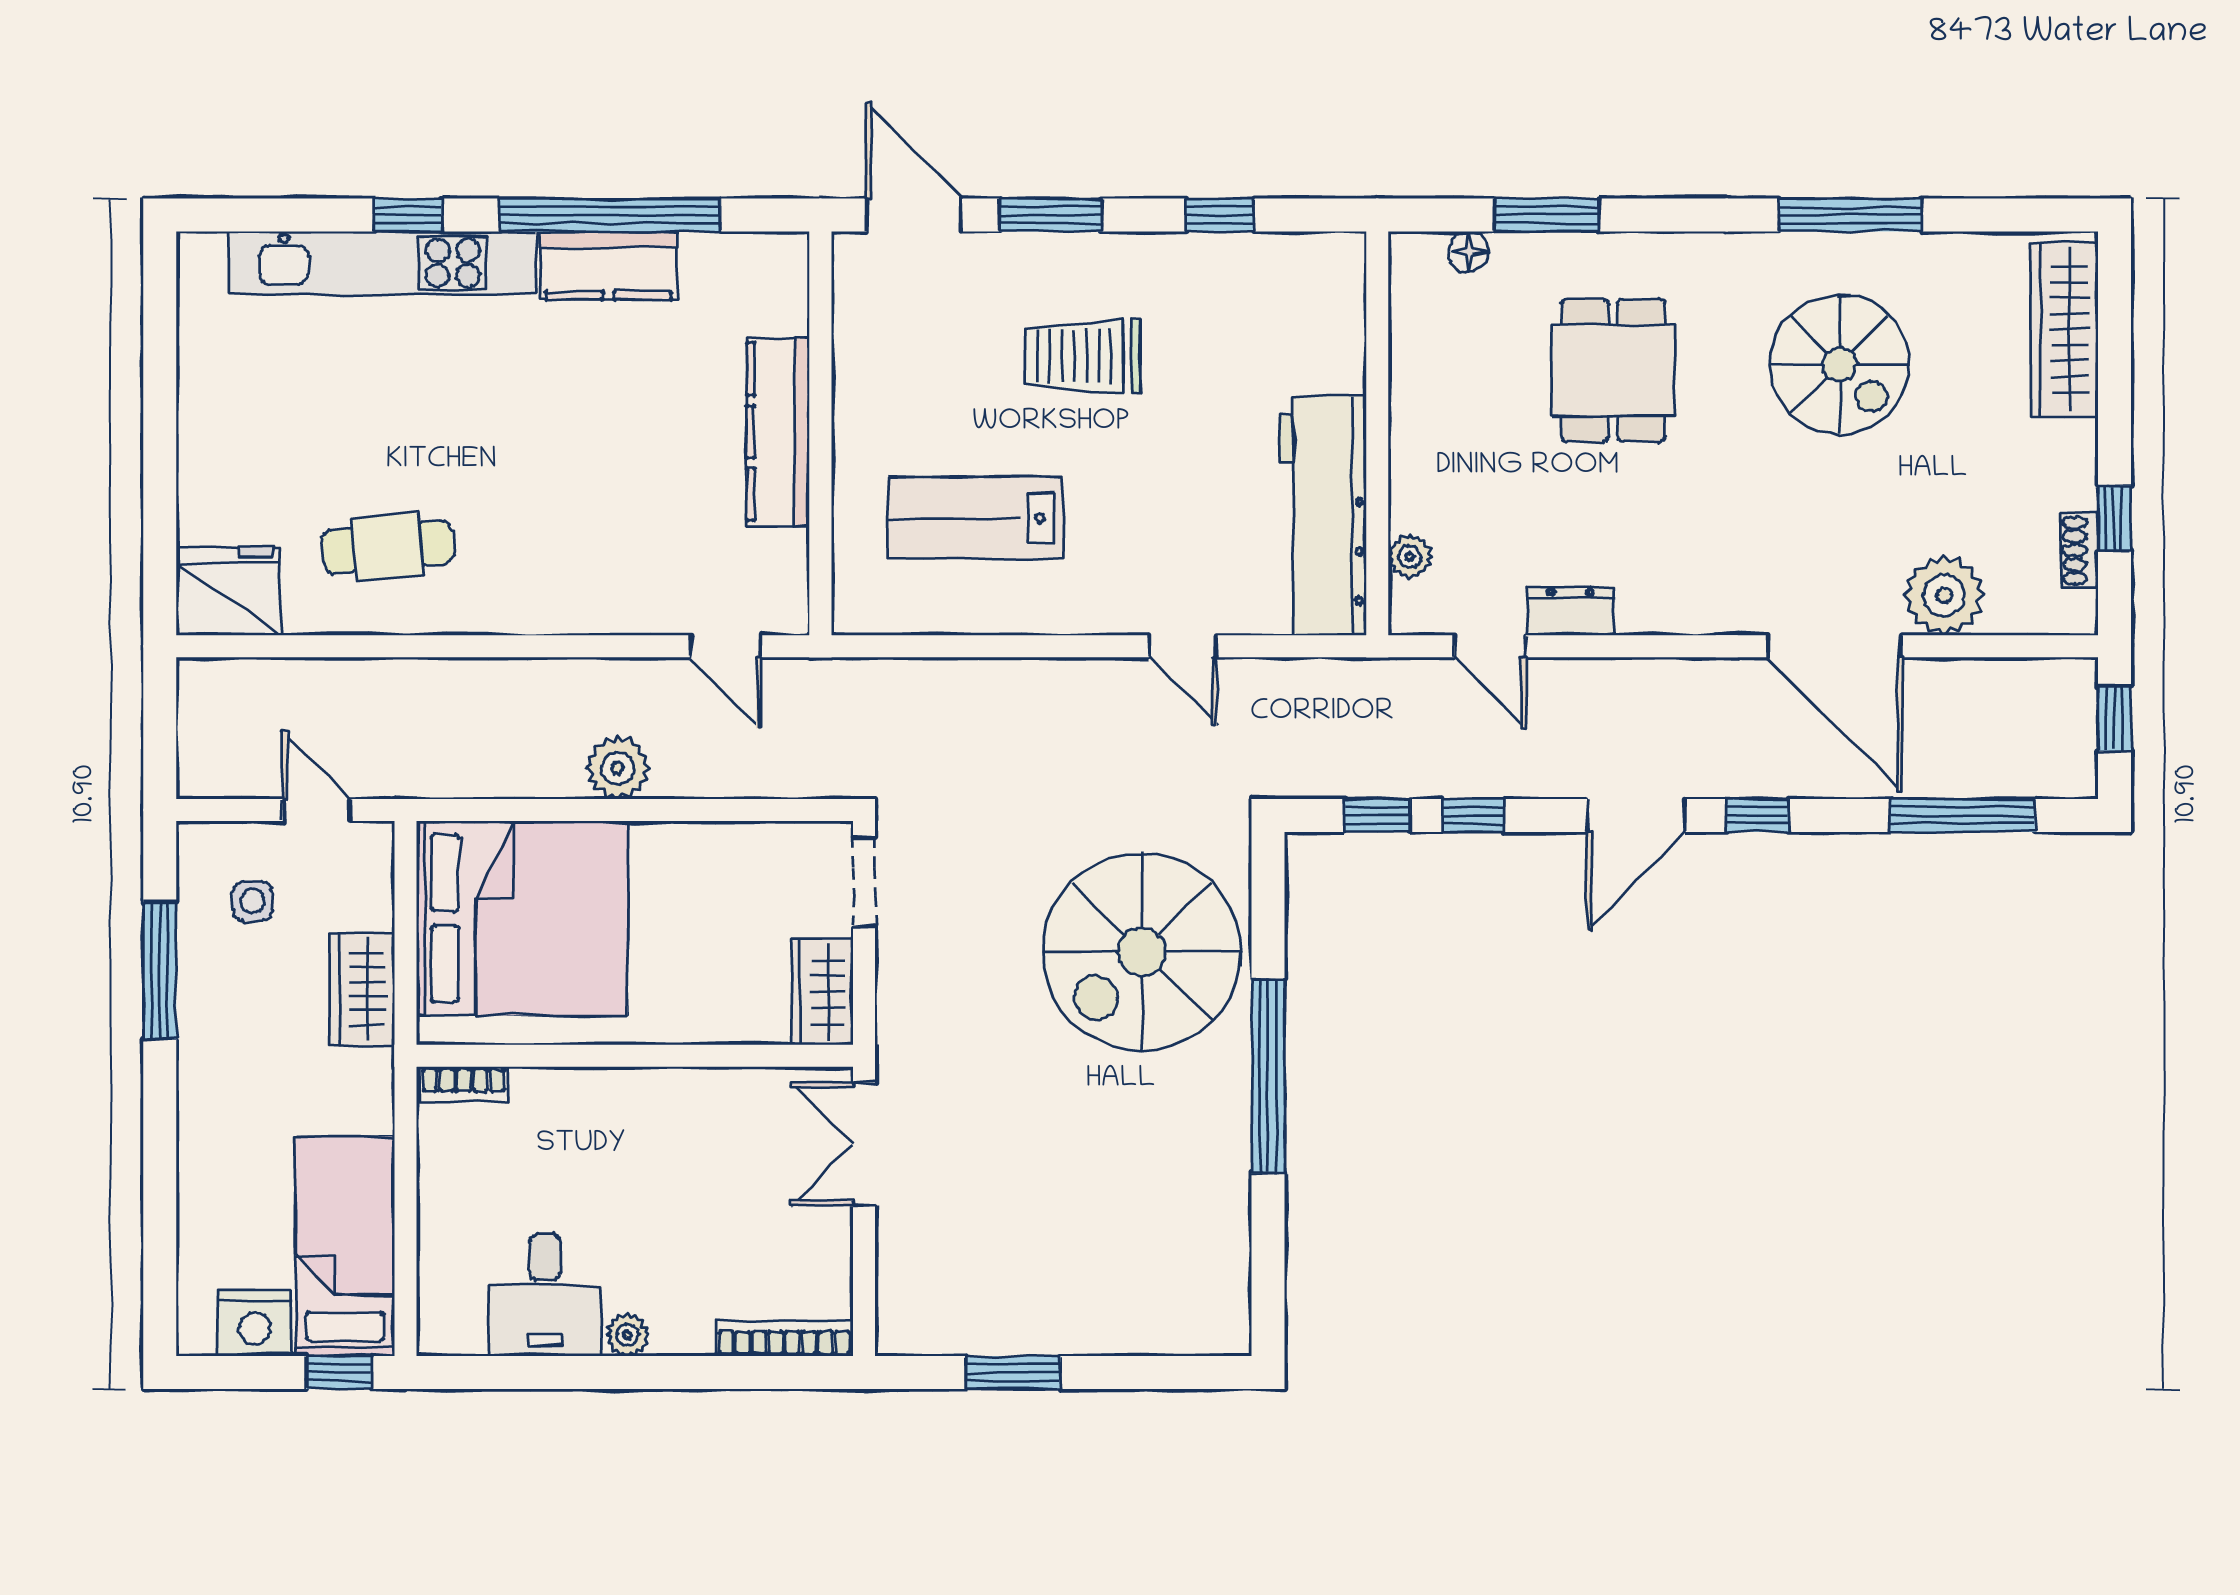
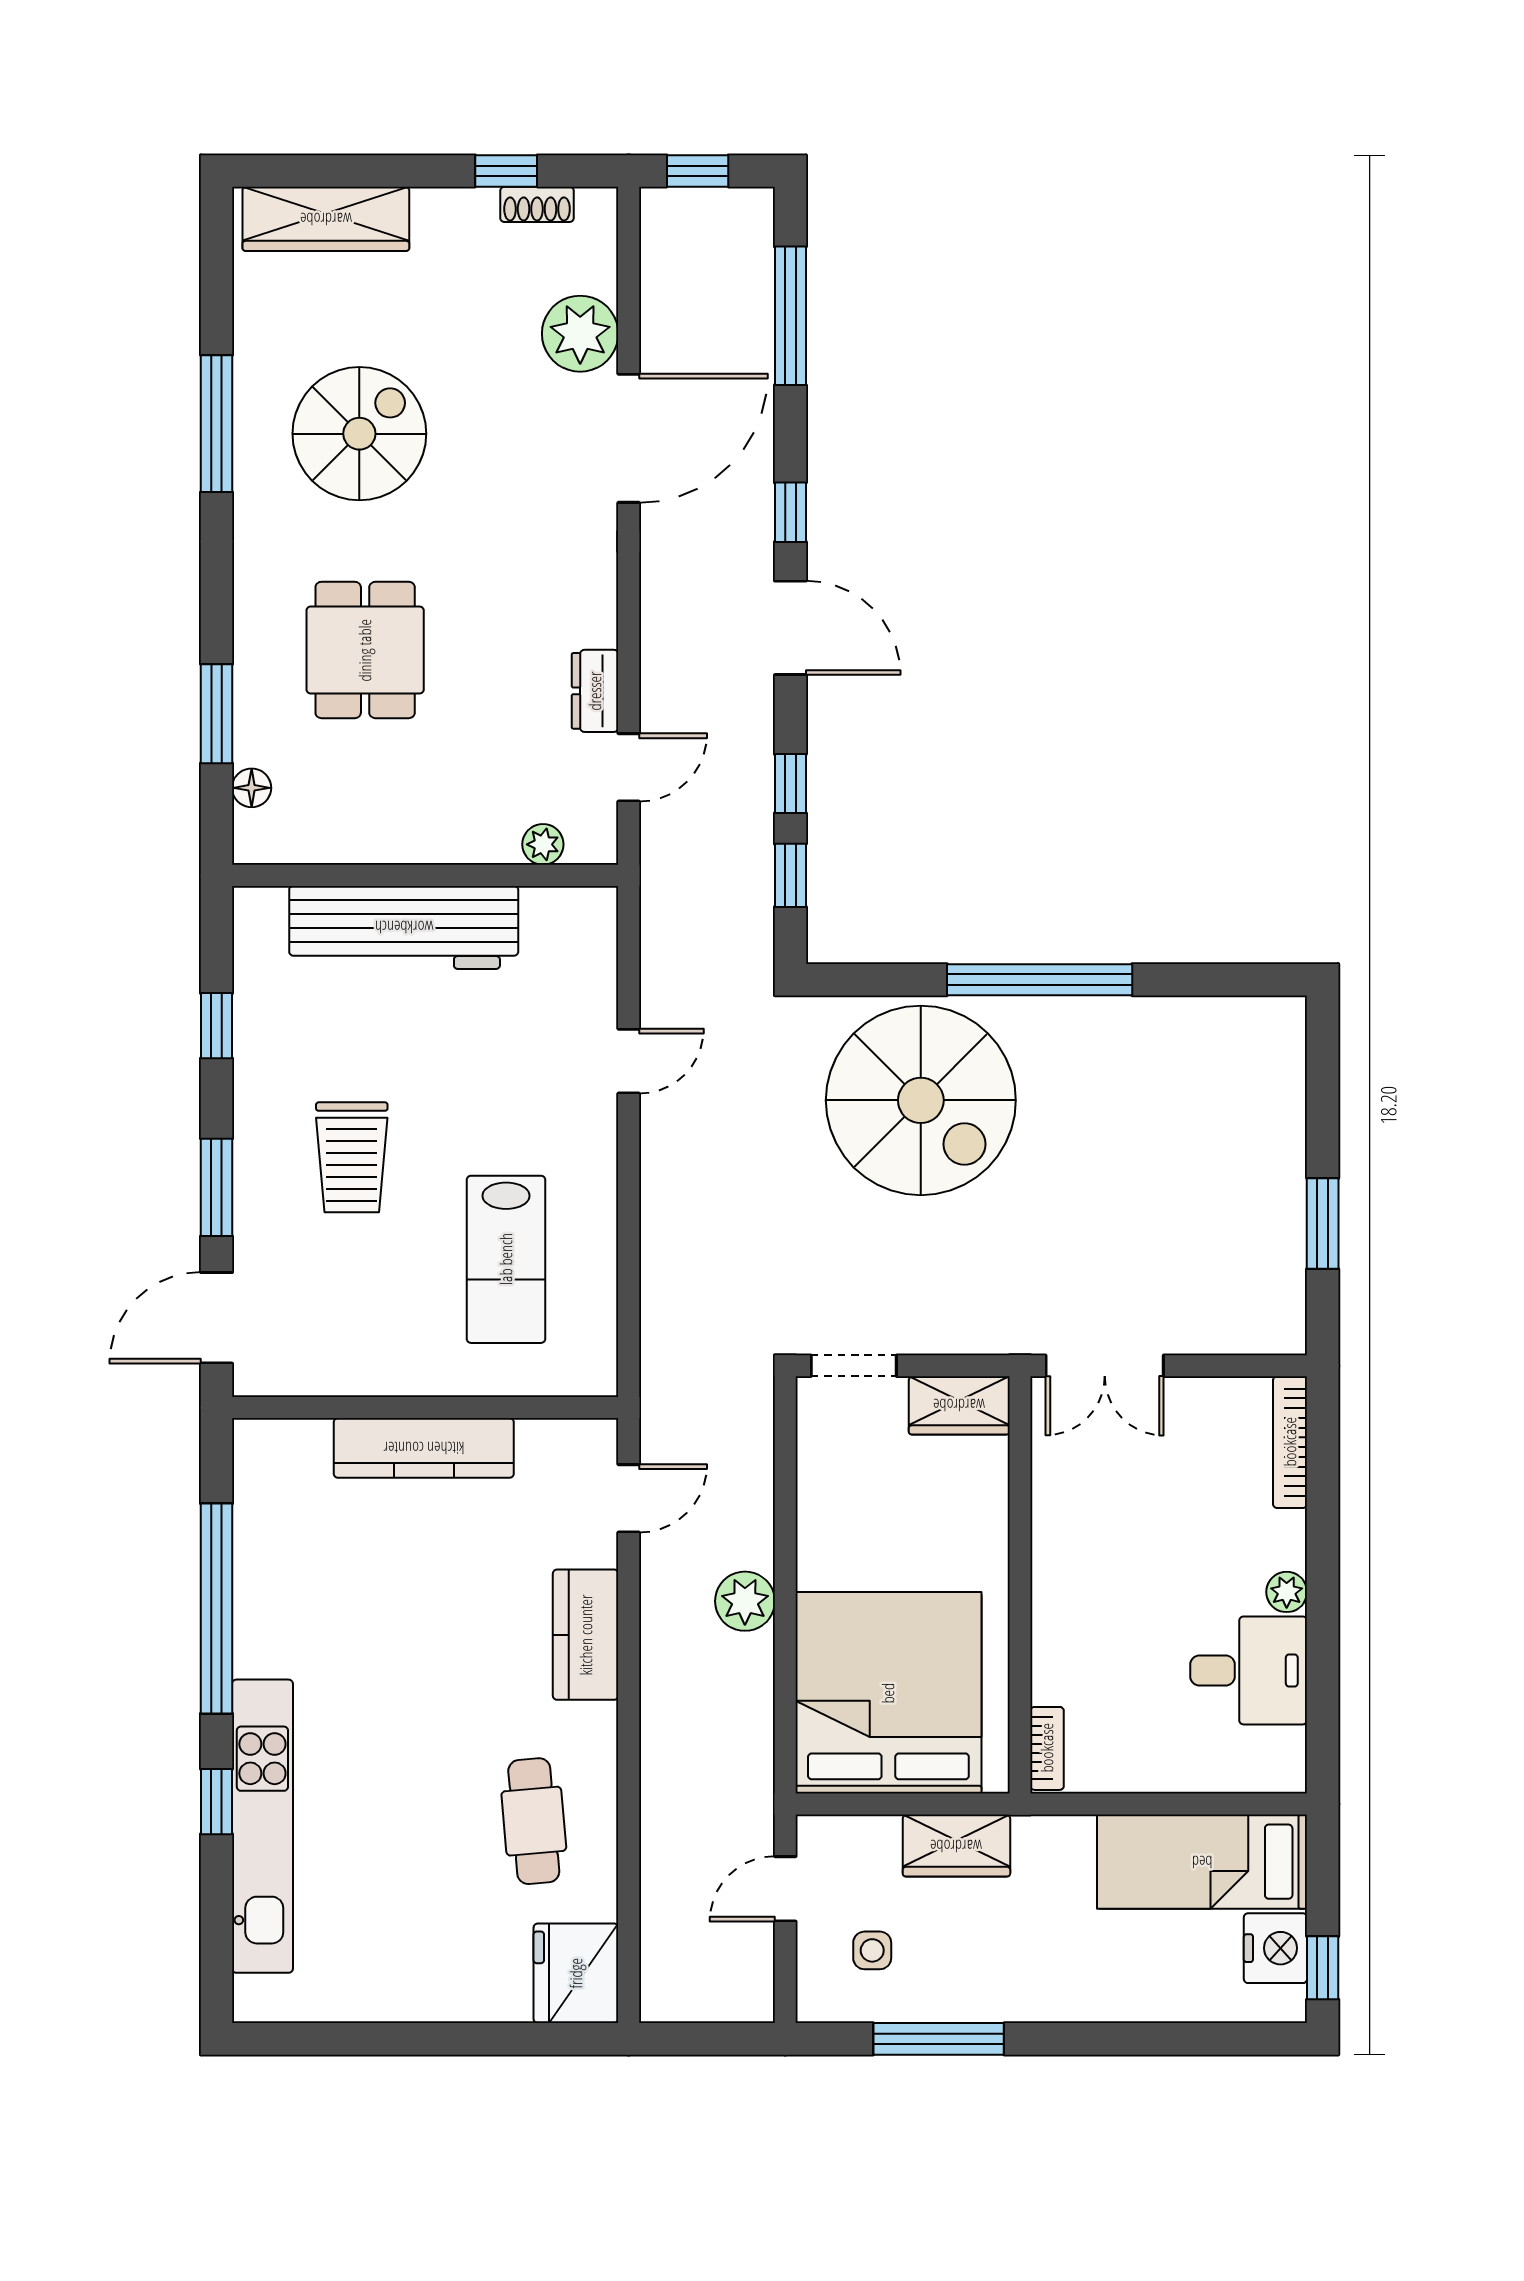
kitchen counter: (608, 265) -> (586, 1635), moved, turned 180
dining table: (1613, 370) -> (365, 650), turned 90
workbench: (1323, 516) -> (404, 927), moved
window: (339, 1372) -> (1323, 1968), moved

